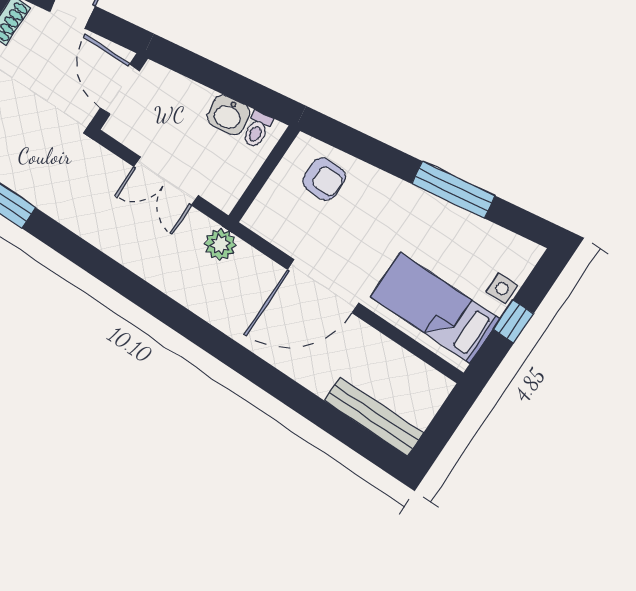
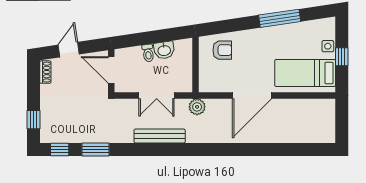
toilet: (257, 130) -> (148, 53), moved
bench: (374, 417) -> (160, 136), moved

